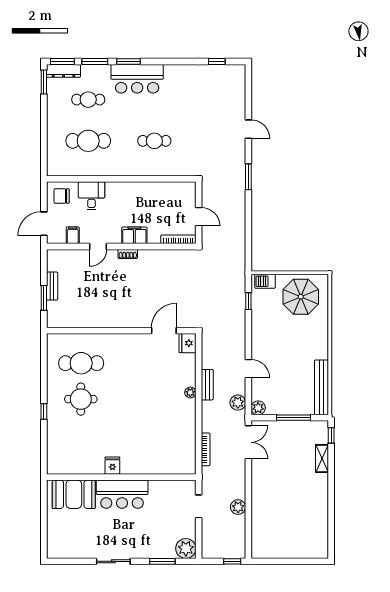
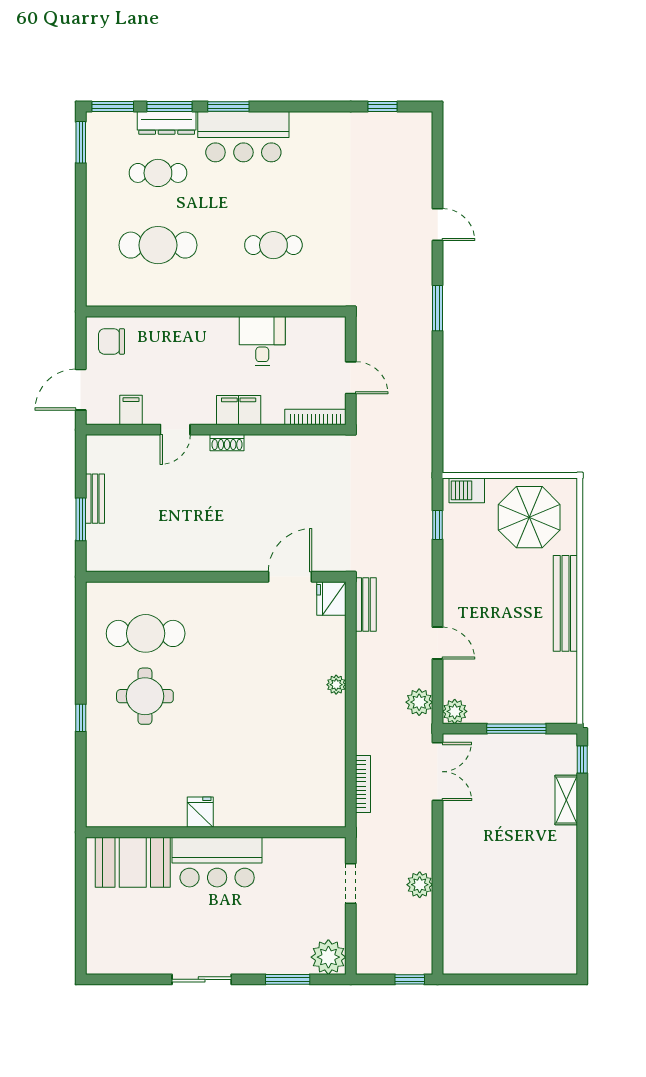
dresser: (64, 71) -> (167, 123), moved
desk: (91, 196) -> (262, 341), moved
bench: (207, 385) -> (366, 605), moved
bench: (322, 387) -> (565, 603), moved

